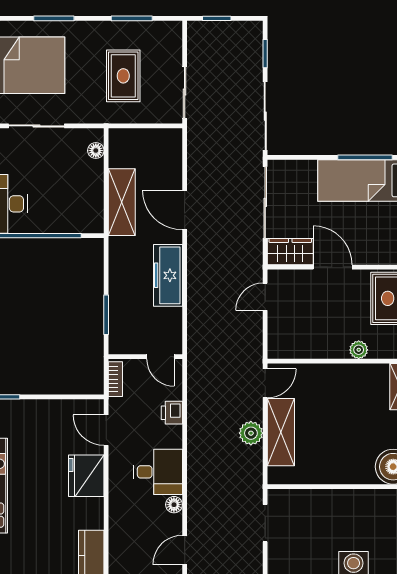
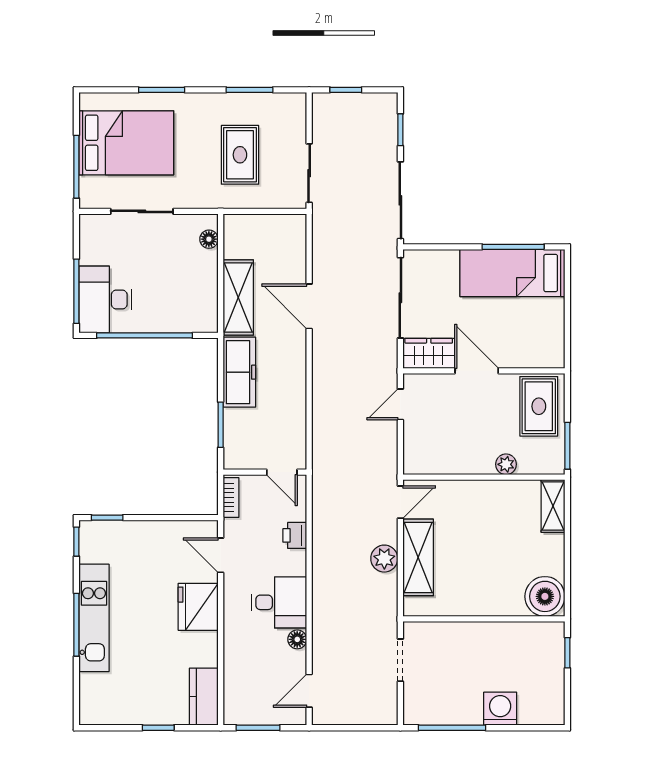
freezer: (168, 275) -> (239, 372), moved, turned 180

